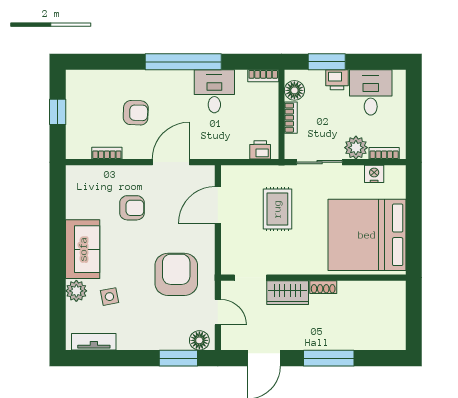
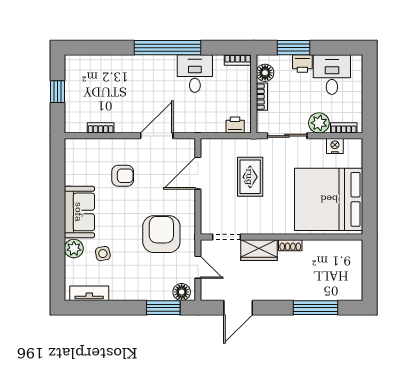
armchair: (136, 113) -> (126, 92), removed
window: (329, 358) -> (315, 308), moved

